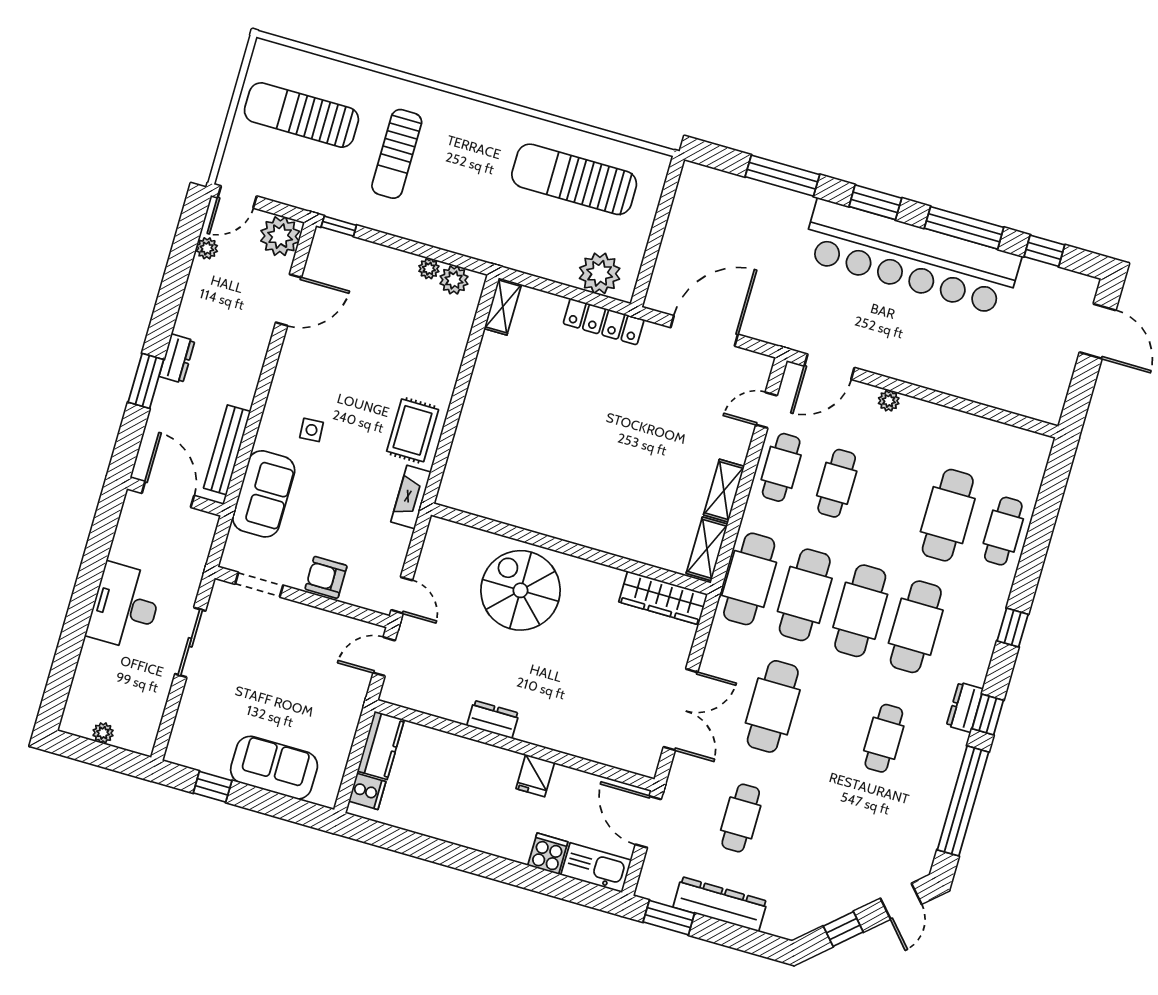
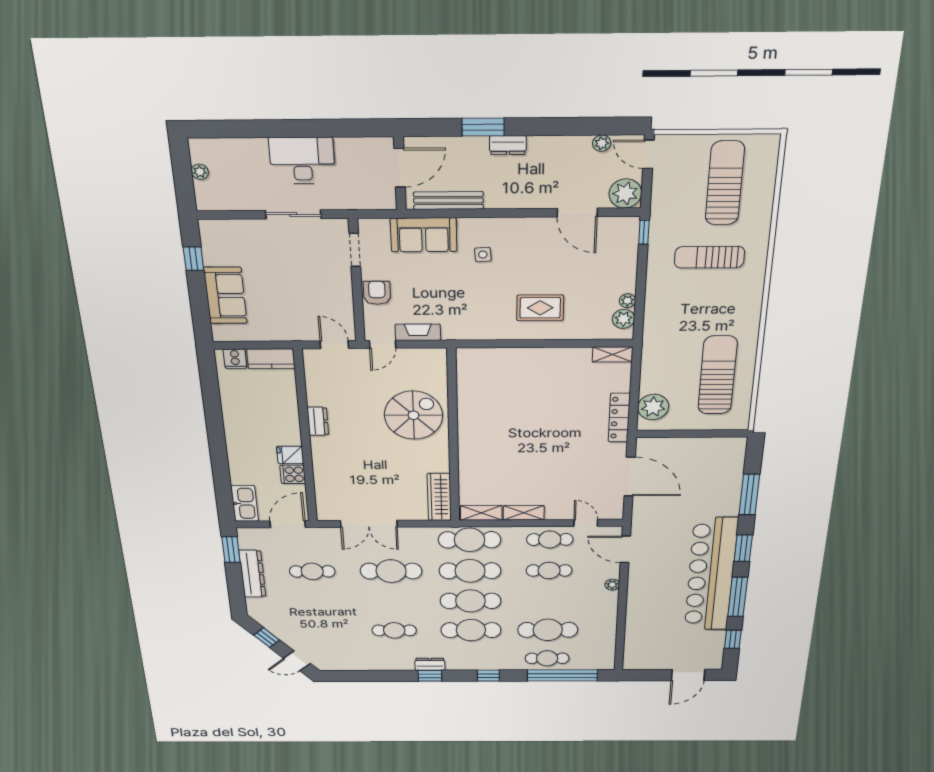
rug: (413, 430) -> (540, 308), moved
fireplace: (411, 497) -> (418, 332), moved
window: (963, 801) -> (562, 675), moved
cooker: (548, 854) -> (293, 474), moved, turned 180

